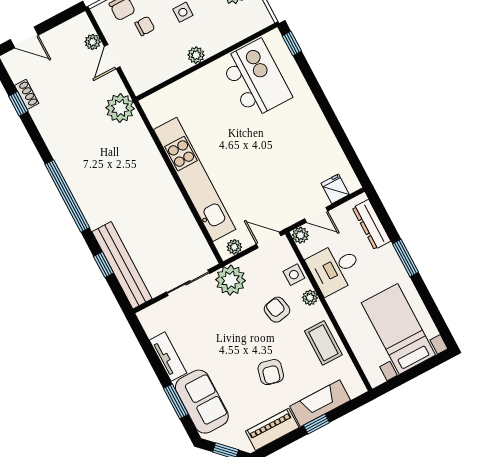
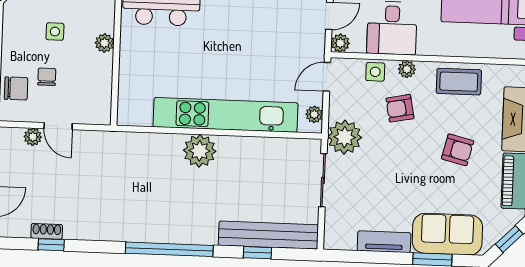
plant: (120, 108) -> (200, 151), moved

